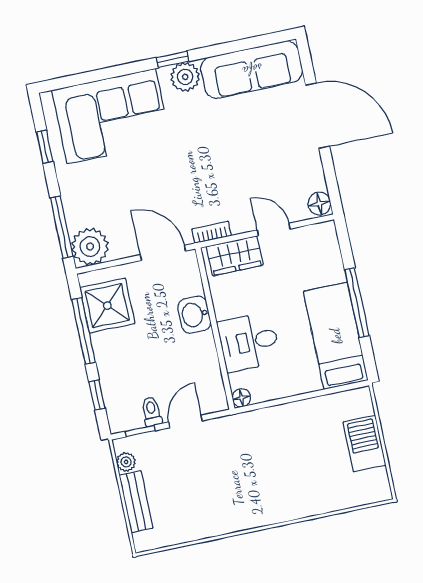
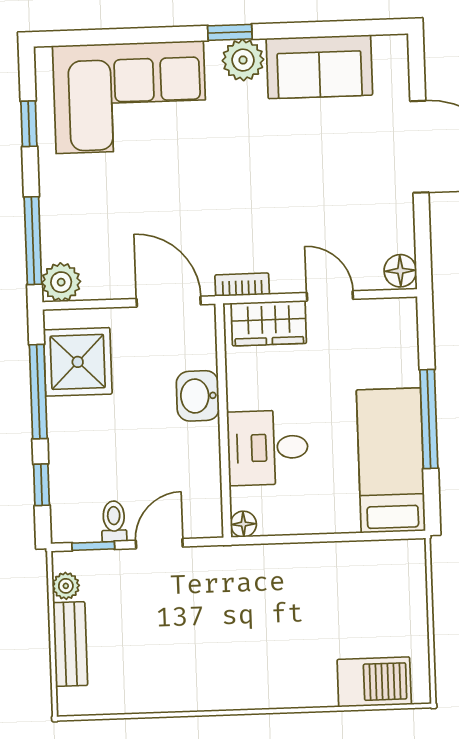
sofa: (252, 70) -> (319, 67), width x0.73
plant: (90, 247) -> (61, 282), width x0.73, depth x0.73
barbecue: (364, 443) -> (374, 682), moved, turned 90

